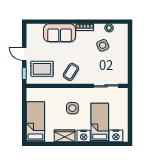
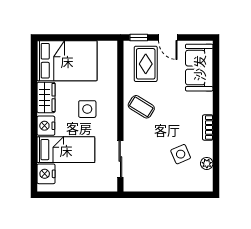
sofa: (60, 33) -> (199, 68), moved
door: (24, 54) -> (168, 37), swing flipped
bed: (35, 122) -> (67, 61), width x1.50

